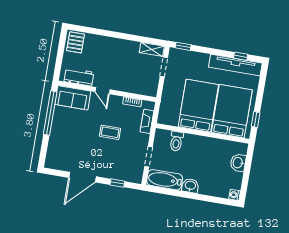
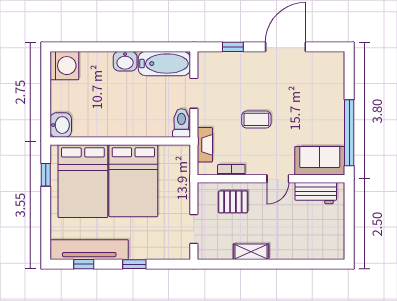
pallet: (76, 42) -> (233, 202), moved, turned 90
window: (183, 46) -> (134, 264), moved
shelving: (152, 49) -> (251, 252), moved
door: (102, 91) -> (278, 179), swing flipped
toilet: (176, 141) -> (181, 123), moved
washbasin: (238, 163) -> (61, 125), moved
washing machine: (235, 195) -> (64, 66), width x1.89, depth x1.89

